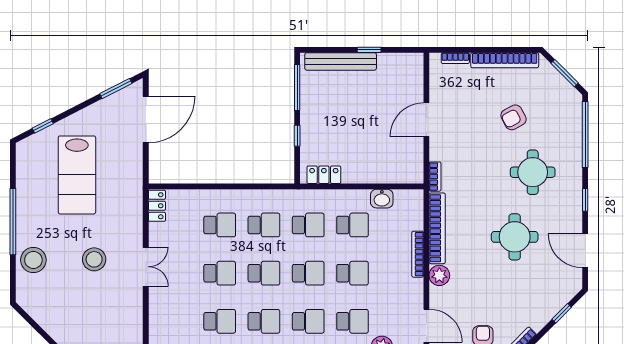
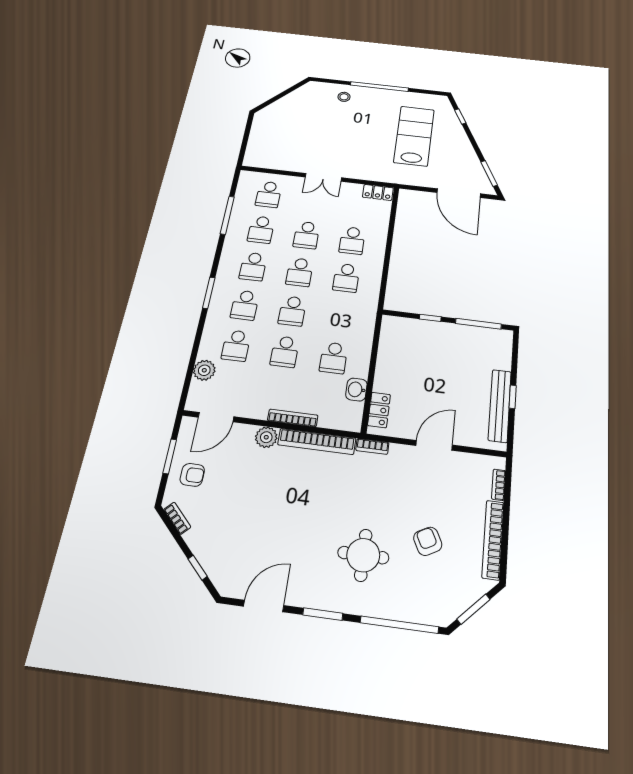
bench: (341, 61) -> (500, 406), moved
door: (426, 120) -> (434, 445), hinge flipped
lab bench: (77, 175) -> (414, 136), turned 90
locker: (324, 175) -> (379, 410), moved
window: (585, 200) -> (323, 614), width x1.50
school desk: (308, 225) -> (269, 194), moved
round table: (515, 237) -> (294, 525), removed
stool: (94, 259) -> (337, 140), removed
stool: (33, 260) -> (344, 97), width x0.53, depth x0.53

